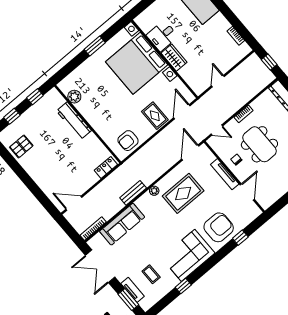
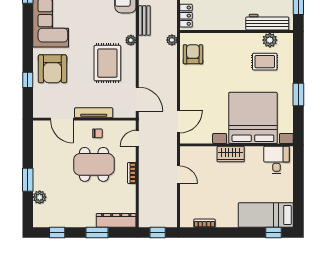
desk: (162, 36) -> (276, 160), moved
door: (182, 112) -> (179, 122), hinge flipped
rug: (155, 116) -> (265, 62), moved
workbench: (74, 121) -> (267, 22), moved
plant: (131, 163) -> (172, 40), added

